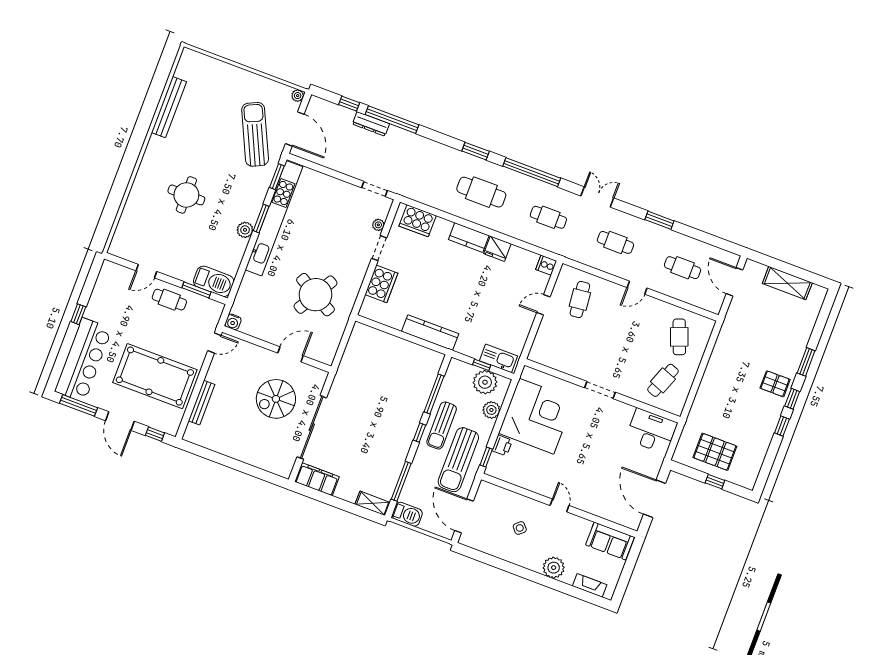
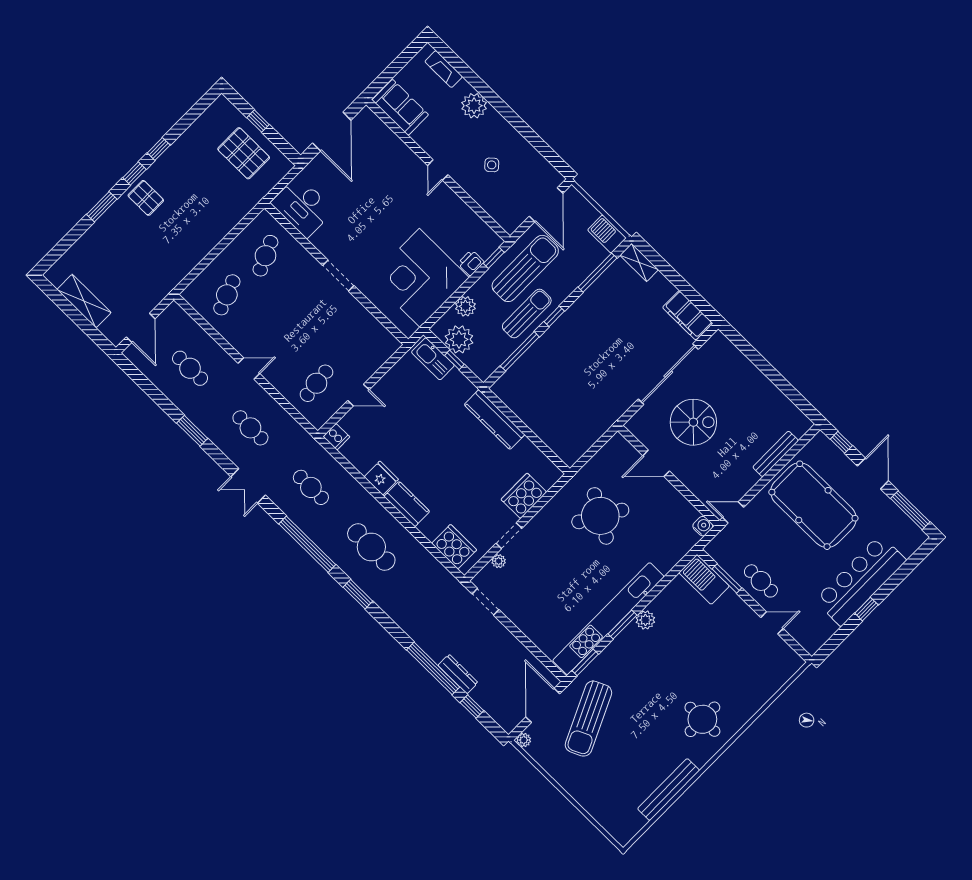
round table: (186, 195) -> (702, 719), moved
bar counter: (83, 360) -> (860, 580), moved
cafe table: (663, 380) -> (265, 256), turned -45

